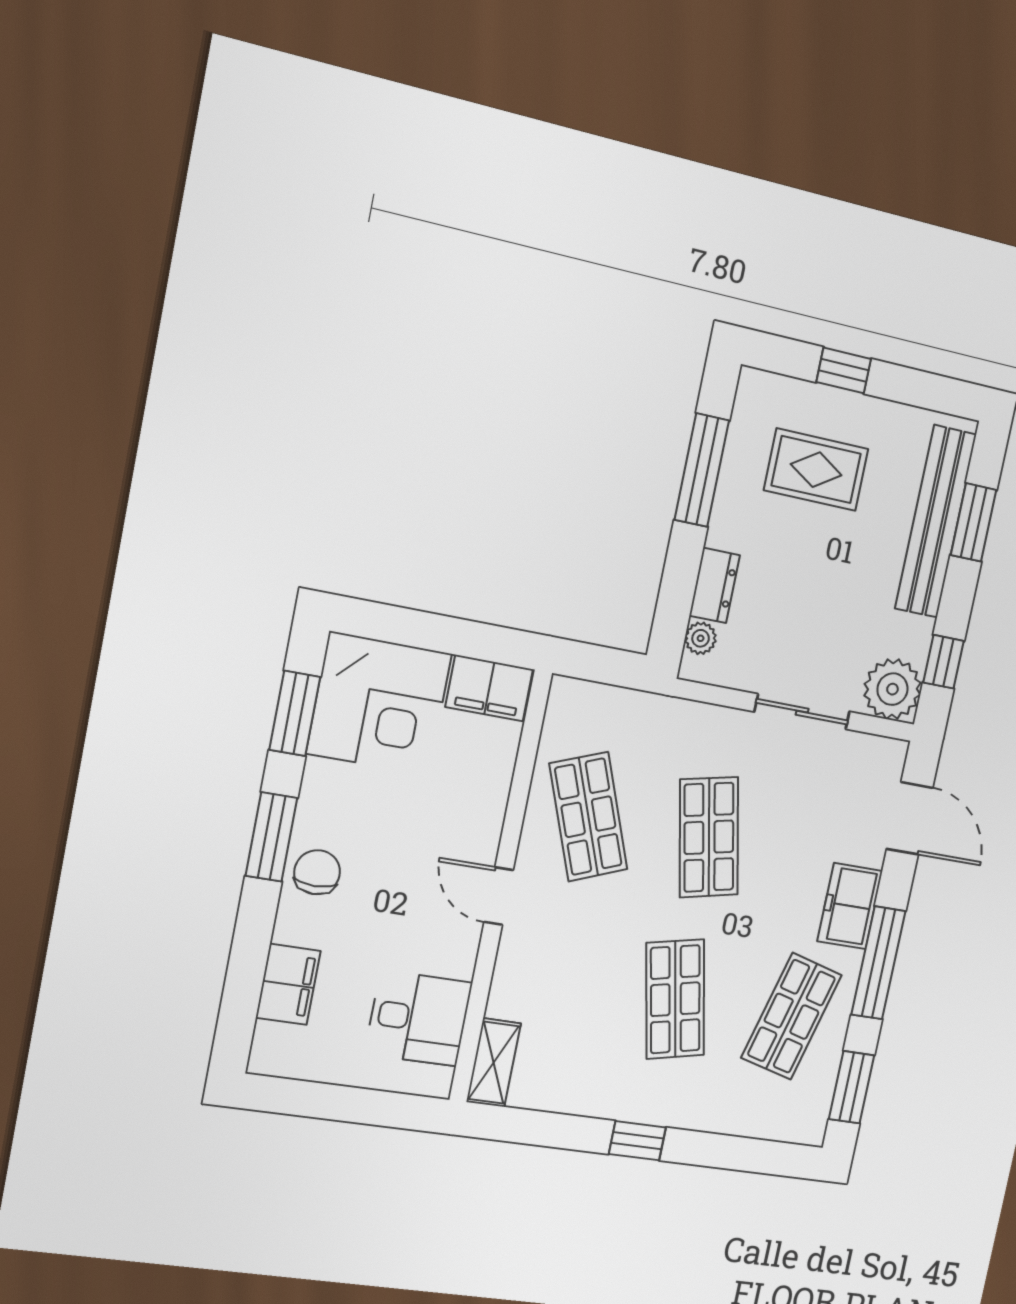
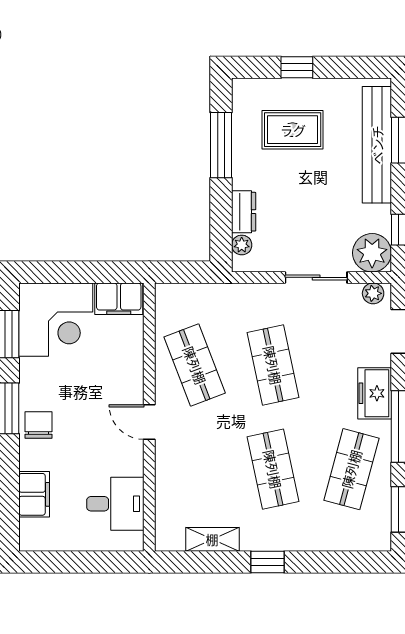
plant: (881, 752) -> (373, 293), added
shelving: (494, 1063) -> (212, 539), moved, turned 90

